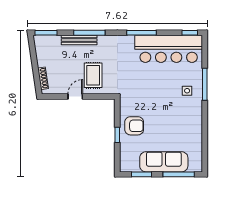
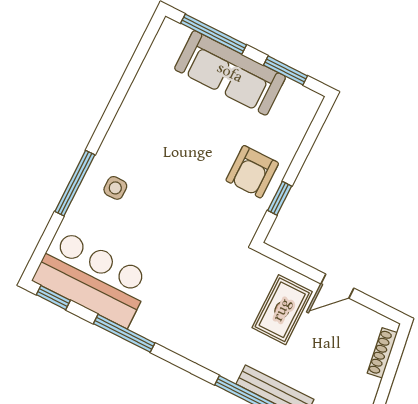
window: (142, 33) -> (124, 333), moved
bar counter: (169, 49) -> (93, 278), width x0.73
armchair: (134, 126) -> (252, 172), turned -90
window: (117, 135) -> (280, 198), moved

